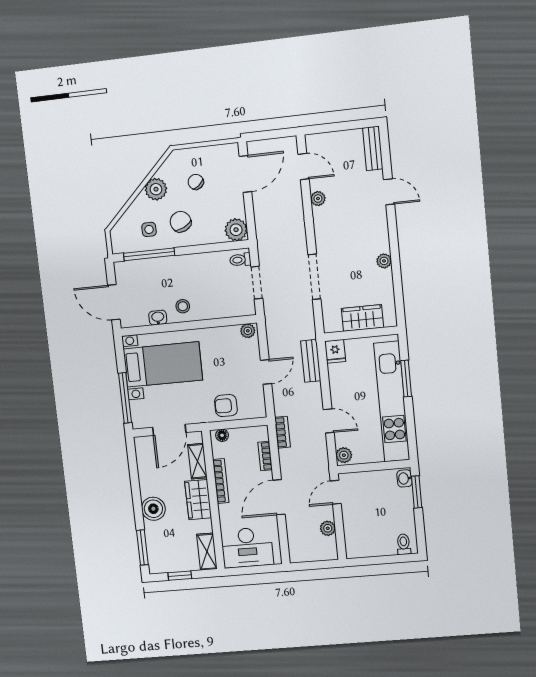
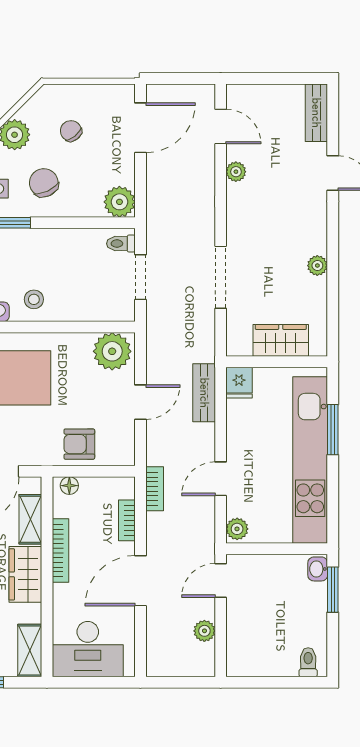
plant: (248, 331) -> (112, 351), width x1.87, depth x1.87
door: (329, 421) -> (221, 479), swing flipped

